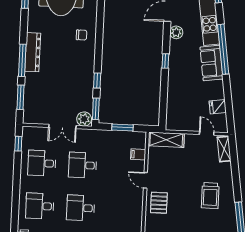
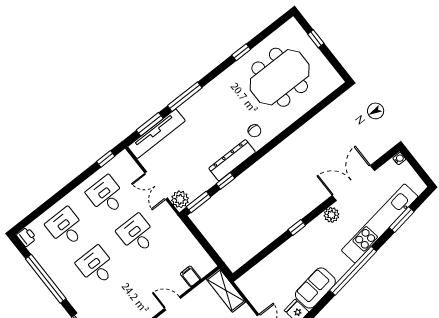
dresser: (33, 52) -> (232, 160), moved, turned 180
sofa: (211, 63) -> (315, 288), moved
tv unit: (30, 98) -> (156, 134), added
window: (122, 127) -> (203, 241), removed
door: (145, 180) -> (173, 303), hinge flipped

